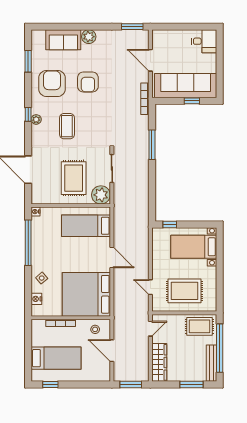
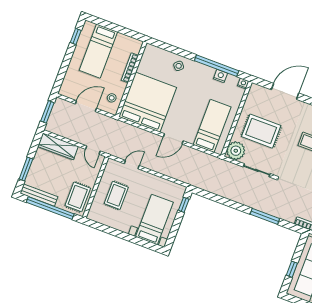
rug: (185, 291) -> (116, 195), width x0.73, depth x0.70
nightstand: (36, 299) -> (220, 76), moved

